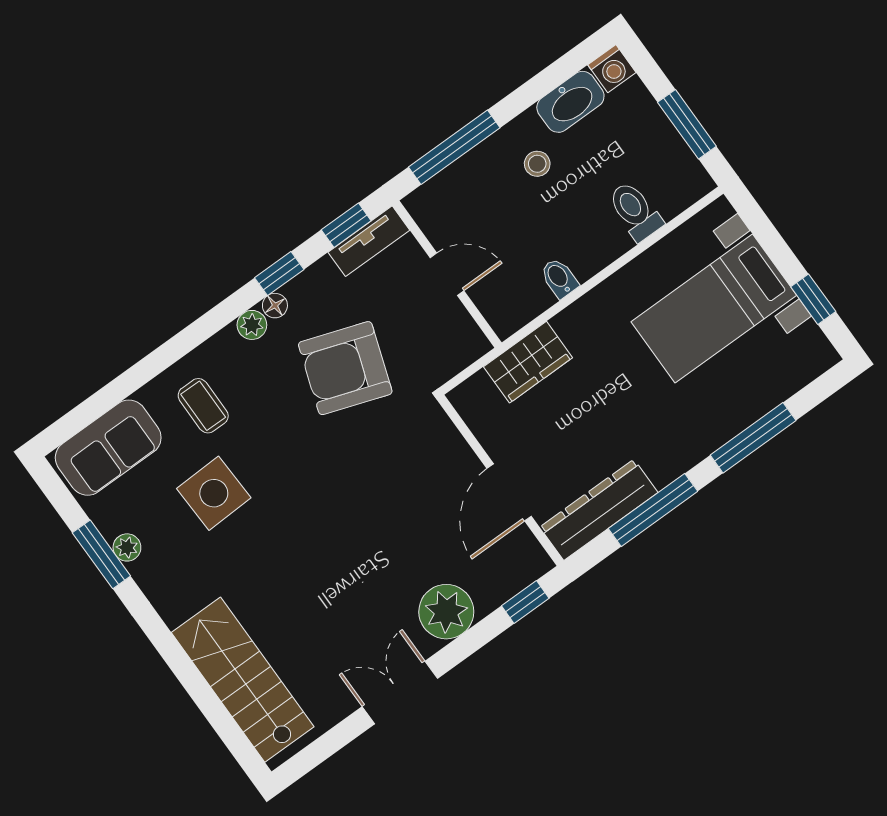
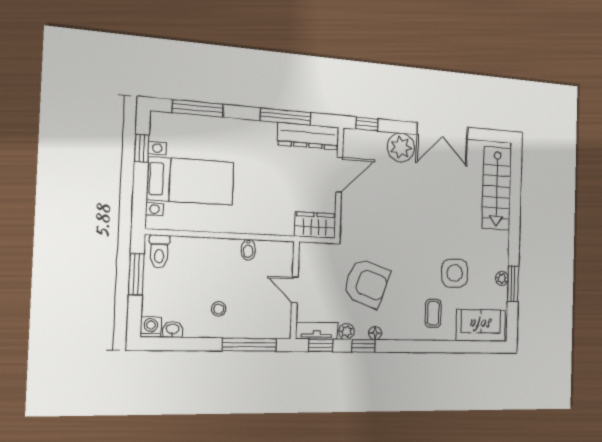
washbasin: (570, 102) -> (173, 329), width x0.52, depth x0.69
toilet: (635, 211) -> (159, 252), moved
plant: (252, 325) -> (346, 332), moved
wardrobe: (528, 362) -> (315, 225), moved
window: (753, 438) -> (198, 108), moved
double door: (400, 693) -> (442, 131), width x1.37

